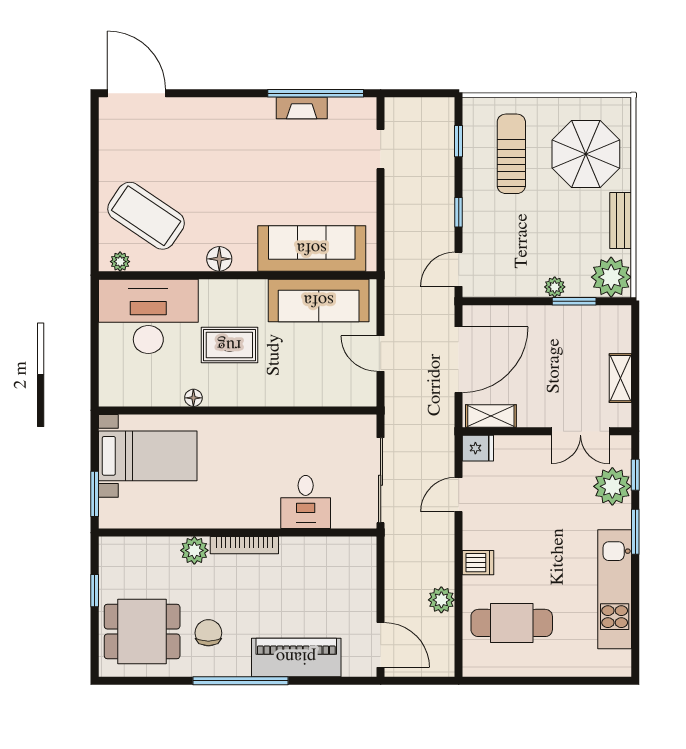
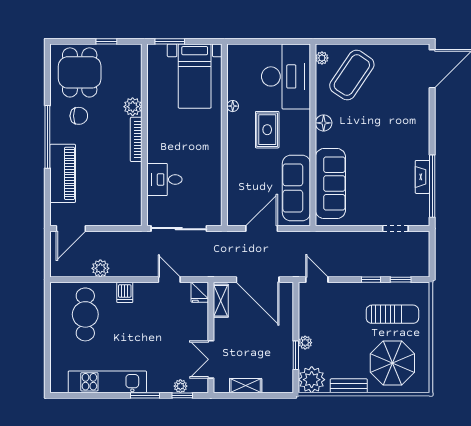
window: (459, 212) -> (371, 280), moved
door: (381, 354) -> (262, 229), width x1.38
plant: (612, 486) -> (180, 386), width x0.53, depth x0.53

